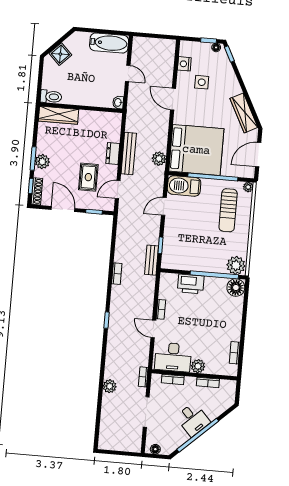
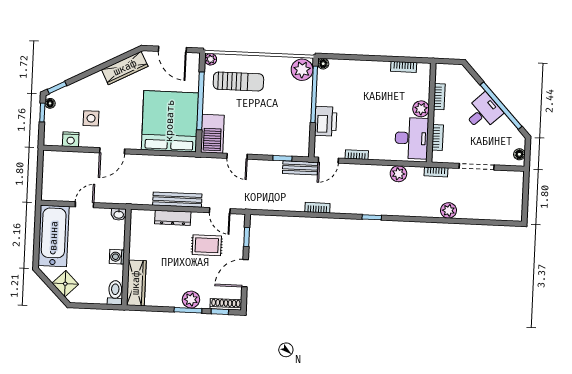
bathtub: (109, 43) -> (54, 236), width x1.36, depth x1.36
washing machine: (82, 99) -> (117, 257), added
dresser: (113, 154) -> (173, 218), width x1.44
plant: (159, 159) -> (398, 174), moved
floor lamp: (236, 288) -> (323, 64), width x0.53, depth x0.53
door: (153, 329) -> (328, 160), moved

